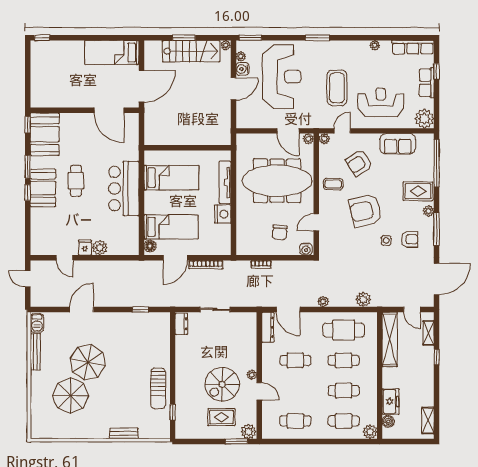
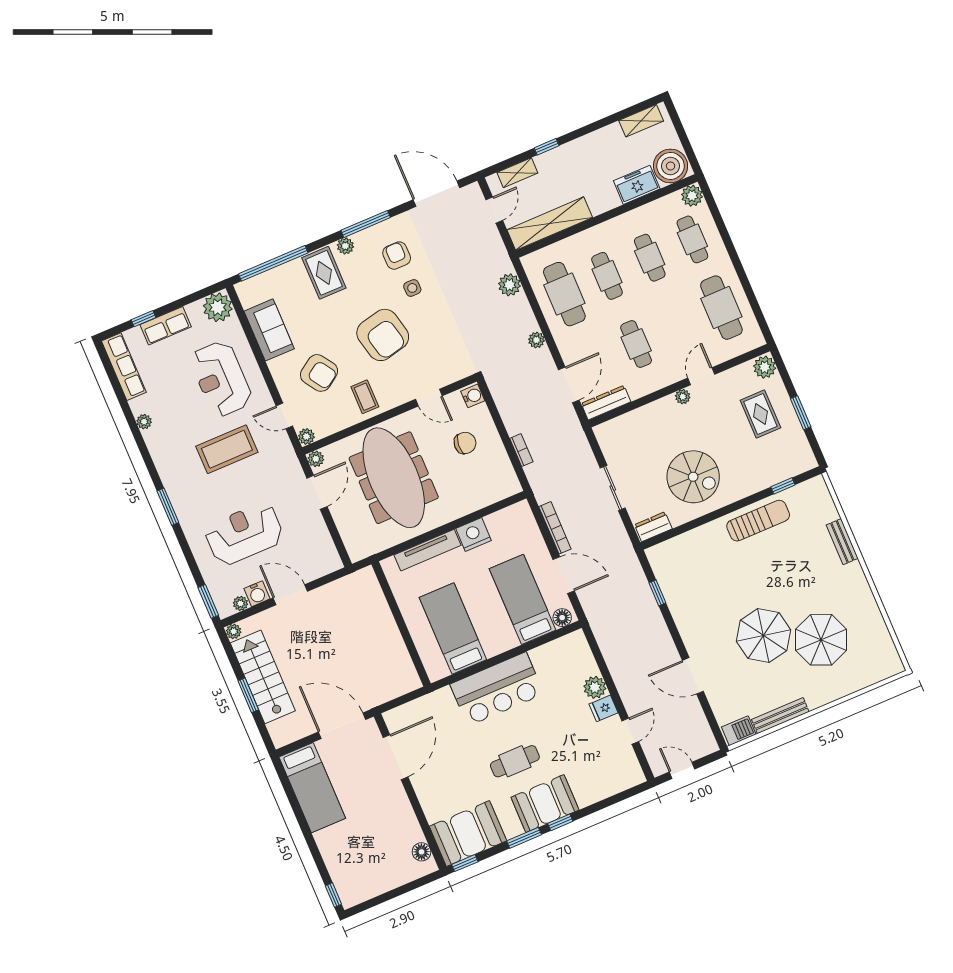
reception desk: (282, 77) -> (244, 534), width x0.74, depth x0.77
floor lamp: (46, 102) -> (421, 852), added
door: (28, 279) -> (682, 770), swing flipped
spiral stairs: (222, 384) -> (693, 477), moved
cafe table: (295, 421) -> (721, 308), width x1.37, depth x1.35
boiler: (388, 421) -> (671, 166), width x1.86, depth x1.86
window: (236, 441) -> (801, 413), moved

